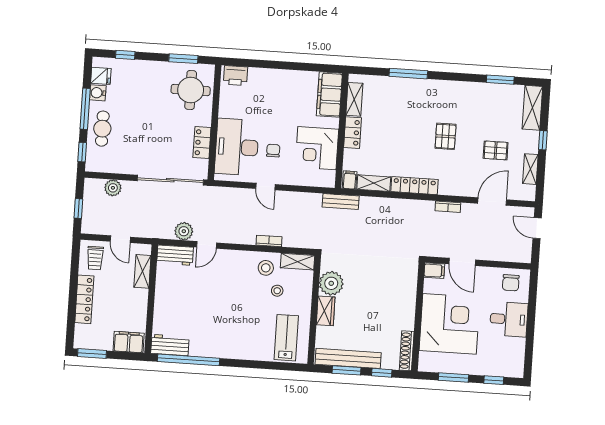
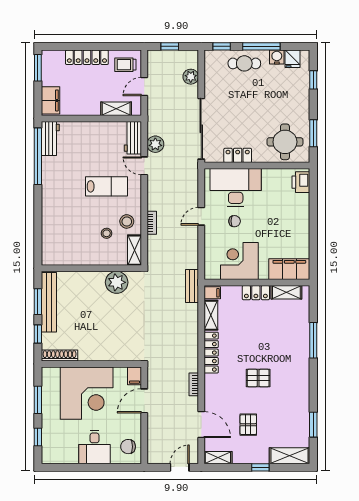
shelving: (530, 169) -> (218, 458), moved
wardrobe: (326, 311) -> (91, 279), removed
lab bench: (286, 338) -> (106, 186), moved

